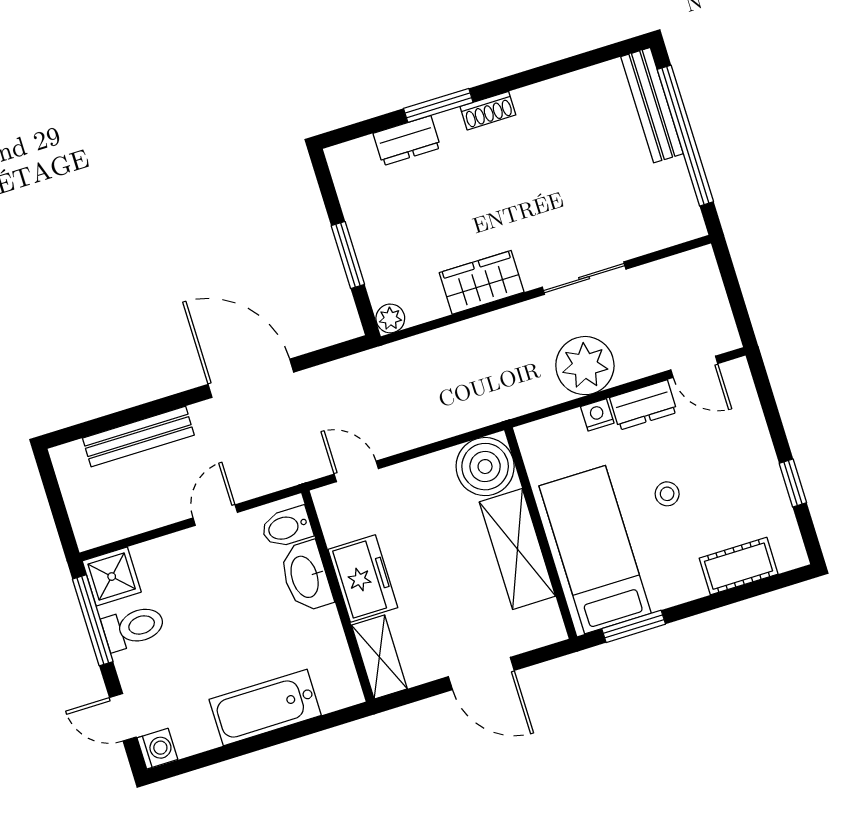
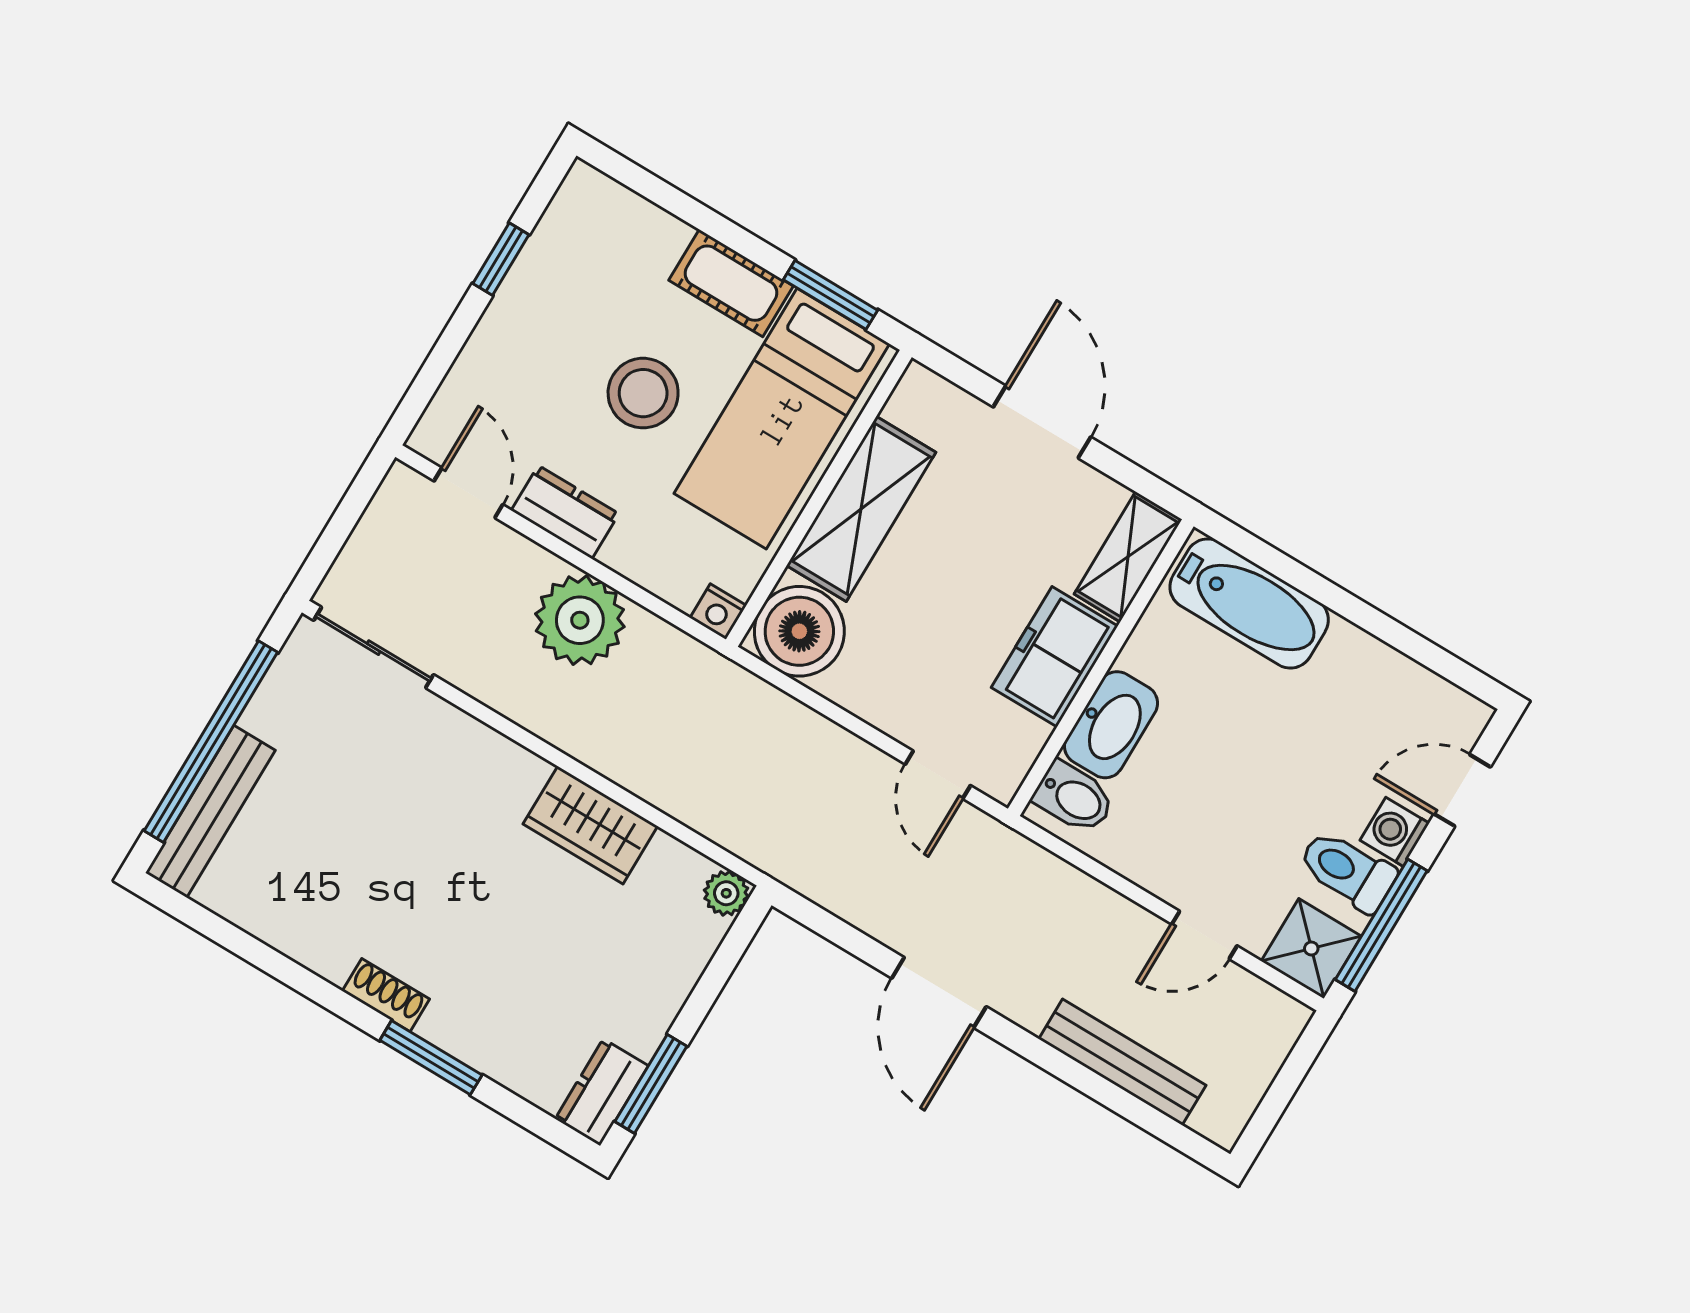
dresser: (407, 141) -> (602, 1092), moved, turned -90
window: (348, 255) -> (651, 1084), moved
sliding door: (584, 278) -> (374, 648), moved
door: (251, 378) -> (939, 992), width x0.73
nightstand: (597, 415) -> (718, 612), moved
stool: (667, 494) -> (643, 393), width x1.89, depth x1.89
door: (215, 515) -> (1204, 935), moved
cot: (739, 566) -> (731, 283), moved
bathtub: (265, 707) -> (1249, 603), moved
door: (123, 717) -> (1462, 790), swing flipped
washing machine: (157, 749) -> (1395, 832), moved

